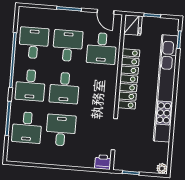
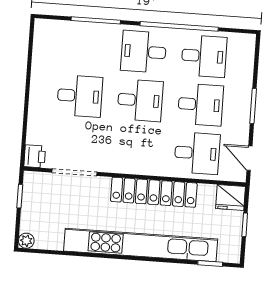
door: (105, 12) -> (249, 158), hinge flipped
desk: (102, 48) -> (197, 153), turned 180
desk: (64, 88) -> (140, 100), turned 180
desk: (27, 127) -> (83, 47), removed

